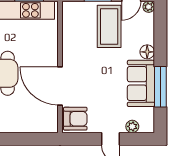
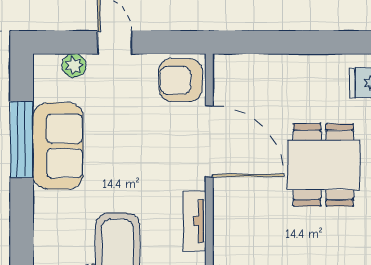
tv unit: (68, 43) -> (194, 221), added
floor lamp: (147, 52) -> (46, 205), removed

